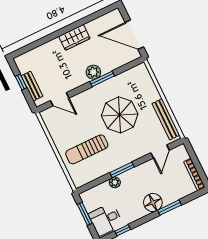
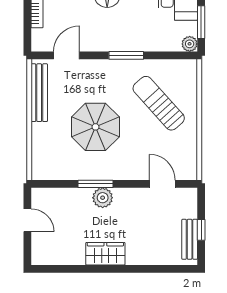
door: (134, 35) -> (27, 220), width x0.53
bench: (32, 86) -> (190, 239), moved
sun lounger: (87, 149) -> (159, 103), turned -132
plant: (115, 182) -> (190, 44), moved

